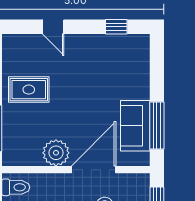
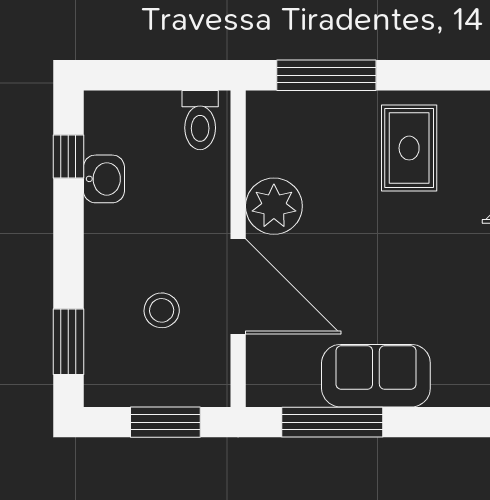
sofa: (135, 126) -> (376, 376), moved

